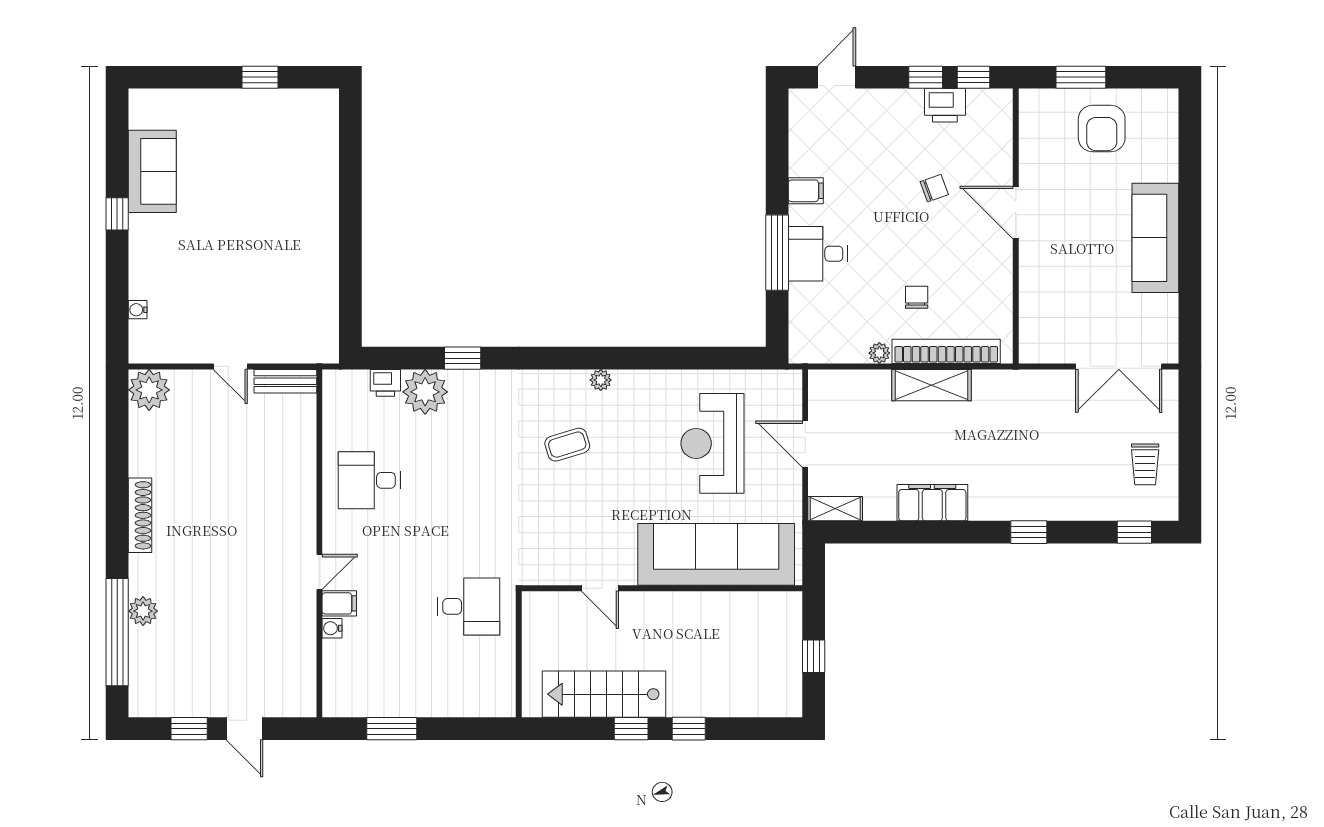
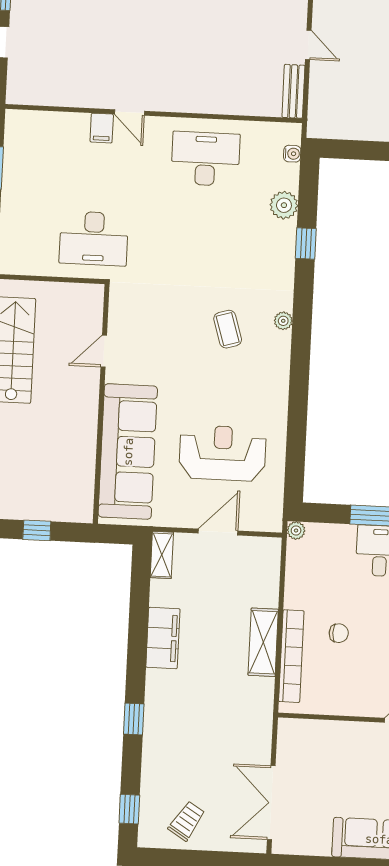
plant: (879, 353) -> (296, 531), moved
door: (230, 366) -> (308, 45), swing flipped
plant: (601, 380) -> (283, 321), moved
printer: (385, 383) -> (288, 177), removed
plant: (425, 392) -> (284, 205), width x0.73, depth x0.73
trolley: (1145, 464) -> (187, 821), turned 122
desk: (369, 480) -> (205, 159), width x1.37
desk: (469, 606) -> (94, 238), width x1.37
water cooler: (332, 628) -> (292, 154), moved, turned 90

